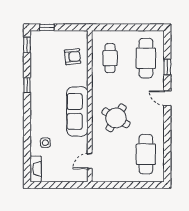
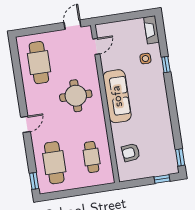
window: (167, 67) -> (34, 181), moved
window: (27, 85) -> (166, 65), moved
door: (167, 98) -> (25, 124), hinge flipped
round table: (116, 118) -> (76, 96), turned -31
door: (109, 185) -> (72, 25), added

